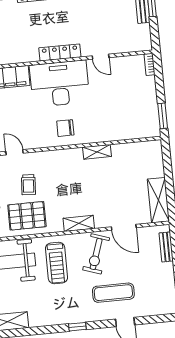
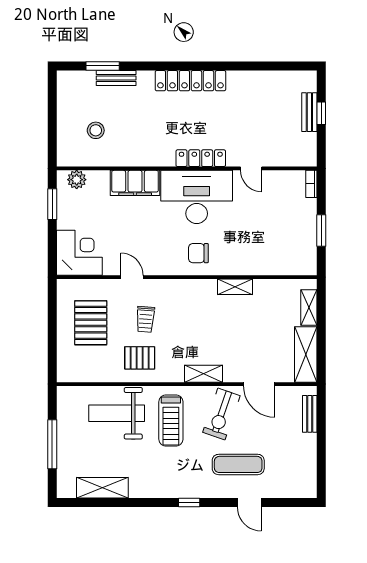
window: (163, 116) -> (321, 231), moved
shelving: (157, 163) -> (309, 307), added
pallet: (27, 216) -> (140, 358), width x0.67, depth x0.71

